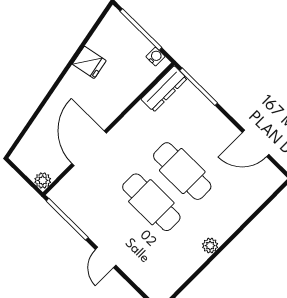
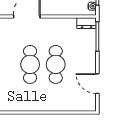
dresser: (164, 89) -> (87, 23), width x0.70
plant: (210, 246) -> (36, 107), removed

